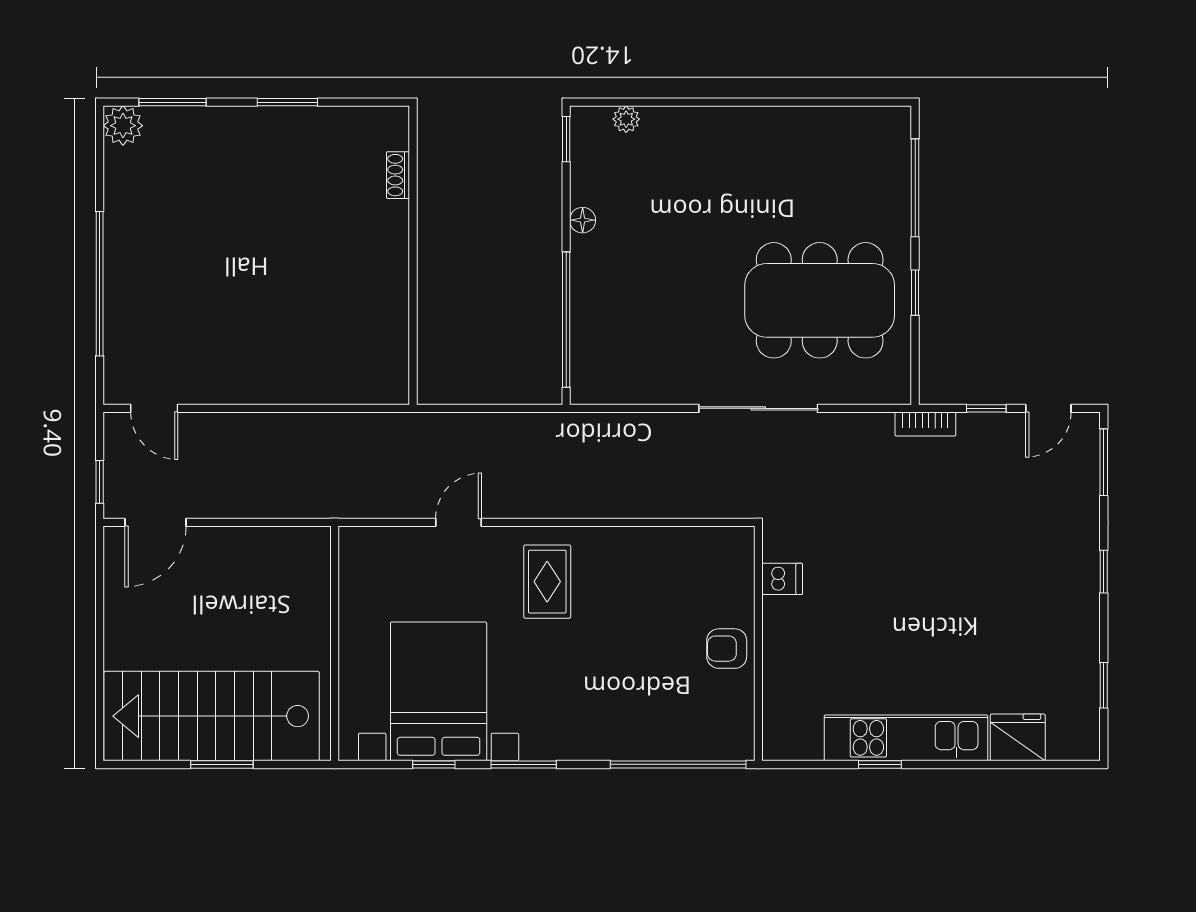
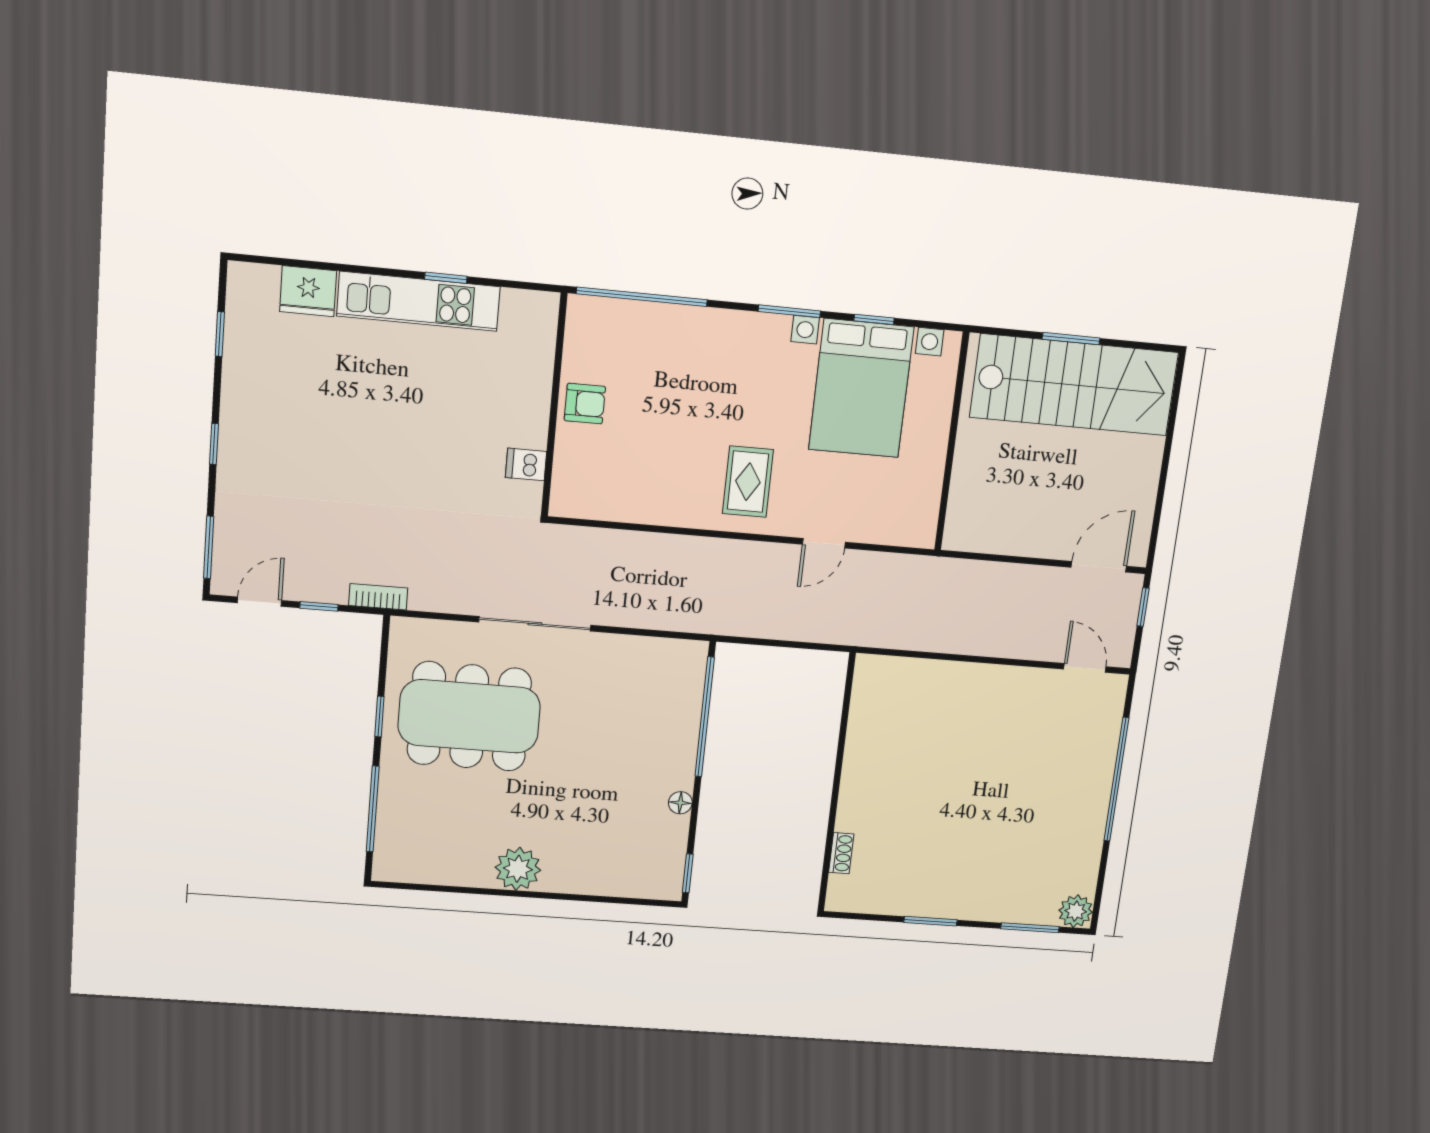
plant: (626, 119) -> (518, 869), moved, width x1.88, depth x1.88

